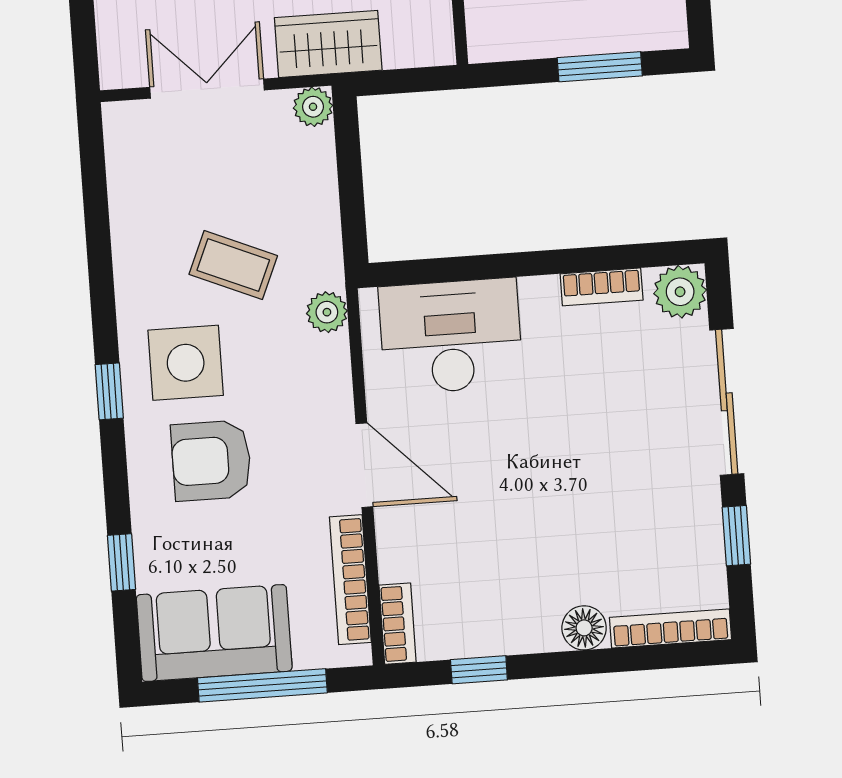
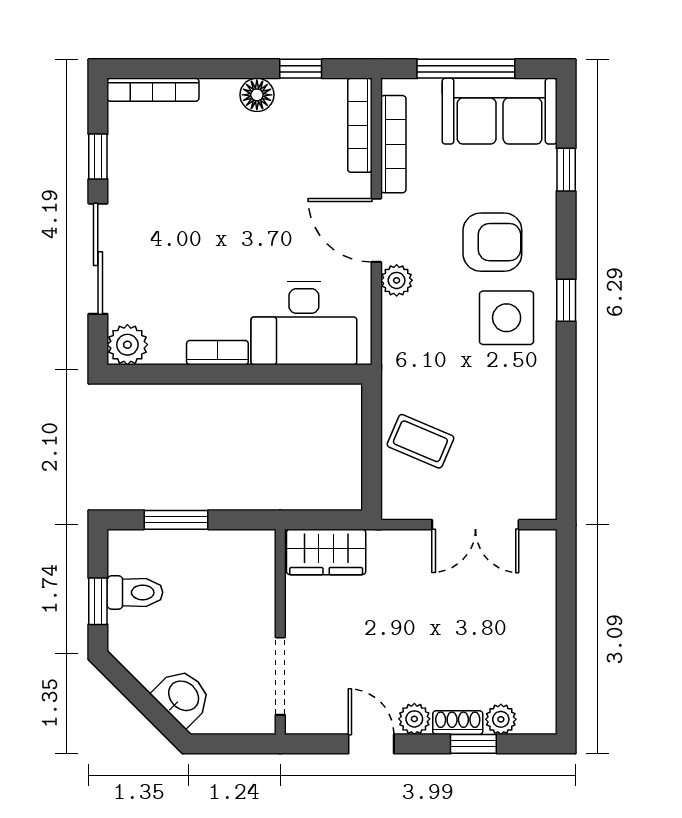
wardrobe: (328, 44) -> (326, 552), moved
plant: (313, 107) -> (396, 505), removed
coffee table: (233, 265) -> (420, 441), moved
bookcase: (602, 287) -> (217, 353), moved
plant: (327, 312) -> (397, 280), moved
bookcase: (398, 624) -> (360, 125), width x1.56
floor lamp: (584, 628) -> (257, 95), moved

